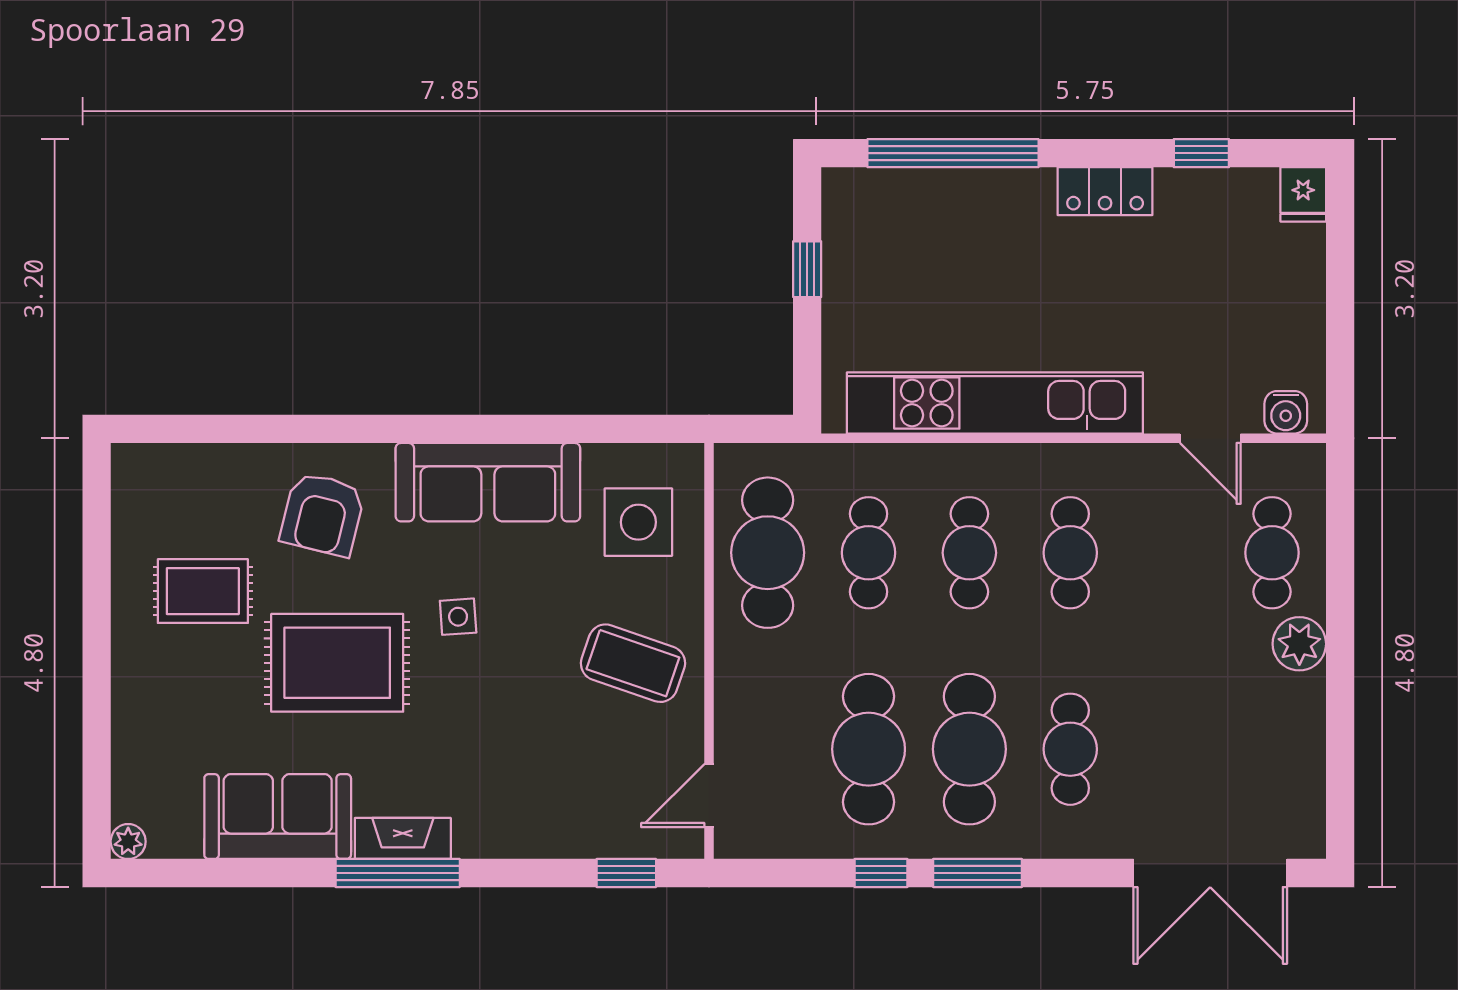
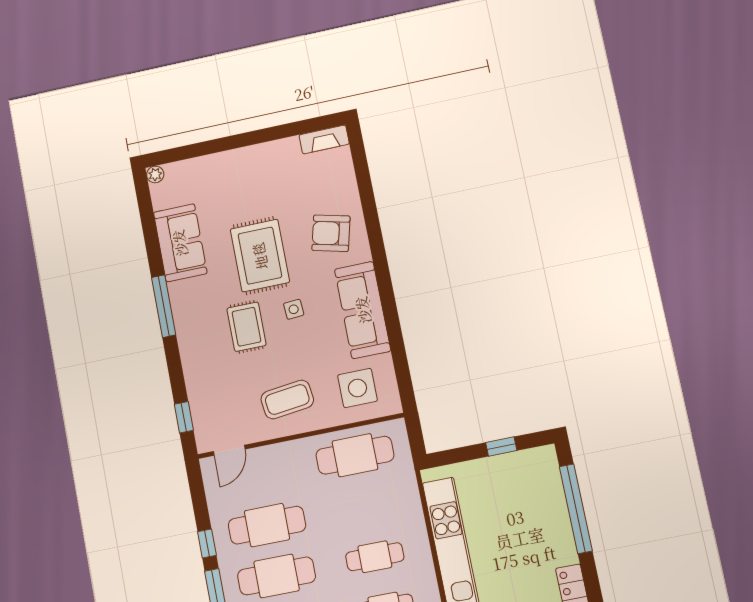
cafe table: (869, 553) -> (365, 506), removed
rug: (203, 591) -> (246, 327), moved
coffee table: (633, 663) -> (287, 399), turned 64
door: (709, 796) -> (229, 450), swing flipped
fireplace: (403, 838) -> (324, 139), moved, turned 90

